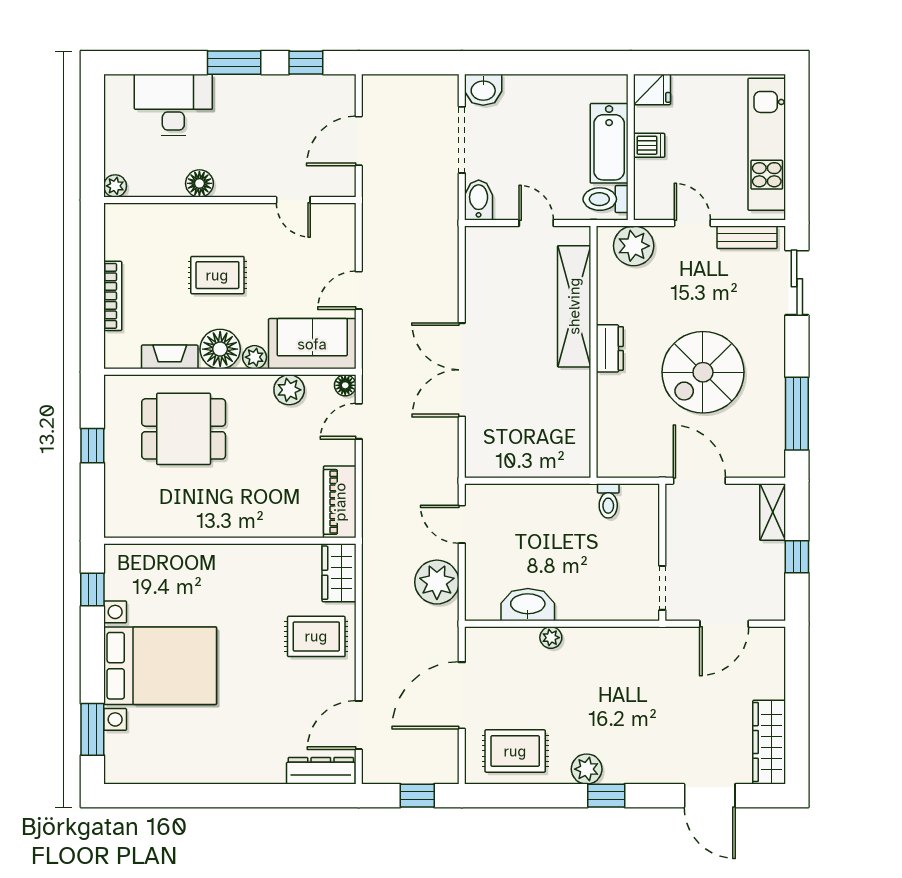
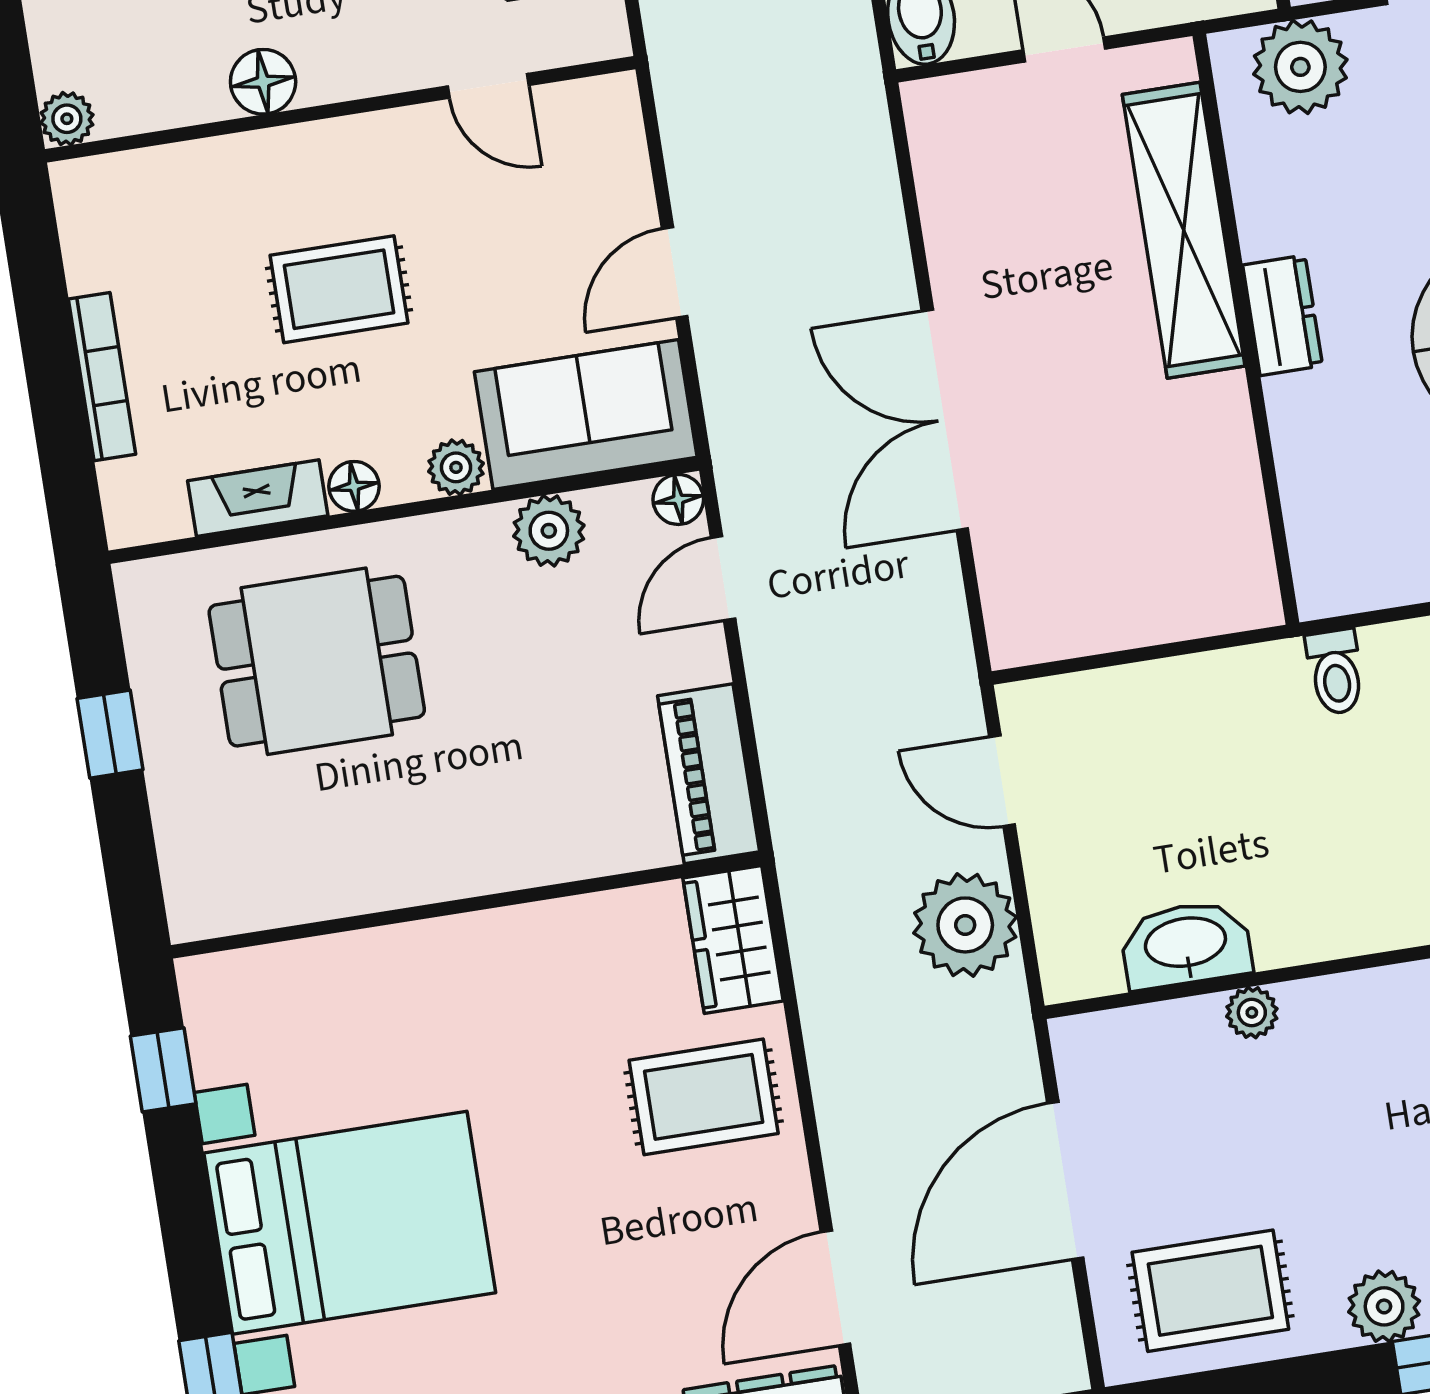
floor lamp: (220, 349) -> (354, 486), width x0.53, depth x0.53

